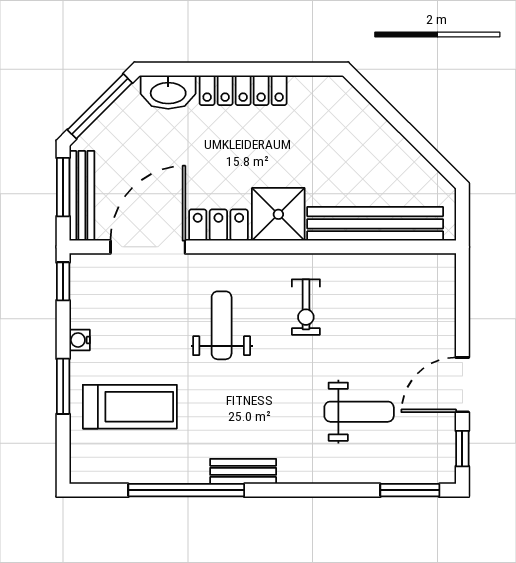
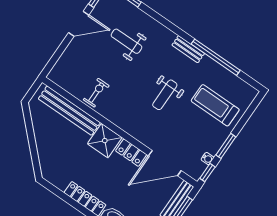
exercise bike: (306, 307) -> (96, 93), moved
weight bench: (222, 325) -> (165, 95), moved
water cooler: (80, 340) -> (207, 159), moved
window: (63, 386) -> (226, 146), moved

